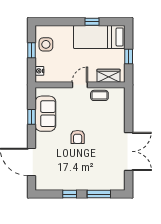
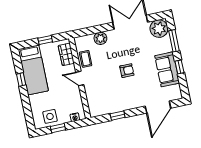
sofa: (45, 114) -> (167, 69), moved, turned -90
plant: (118, 116) -> (100, 38), added
plant: (115, 181) -> (159, 29), added

